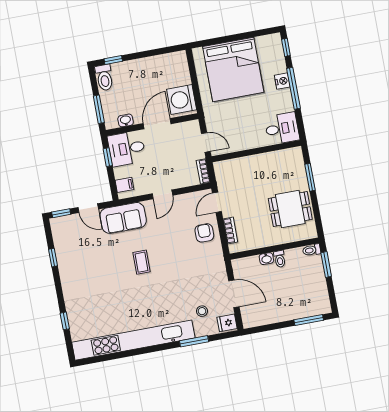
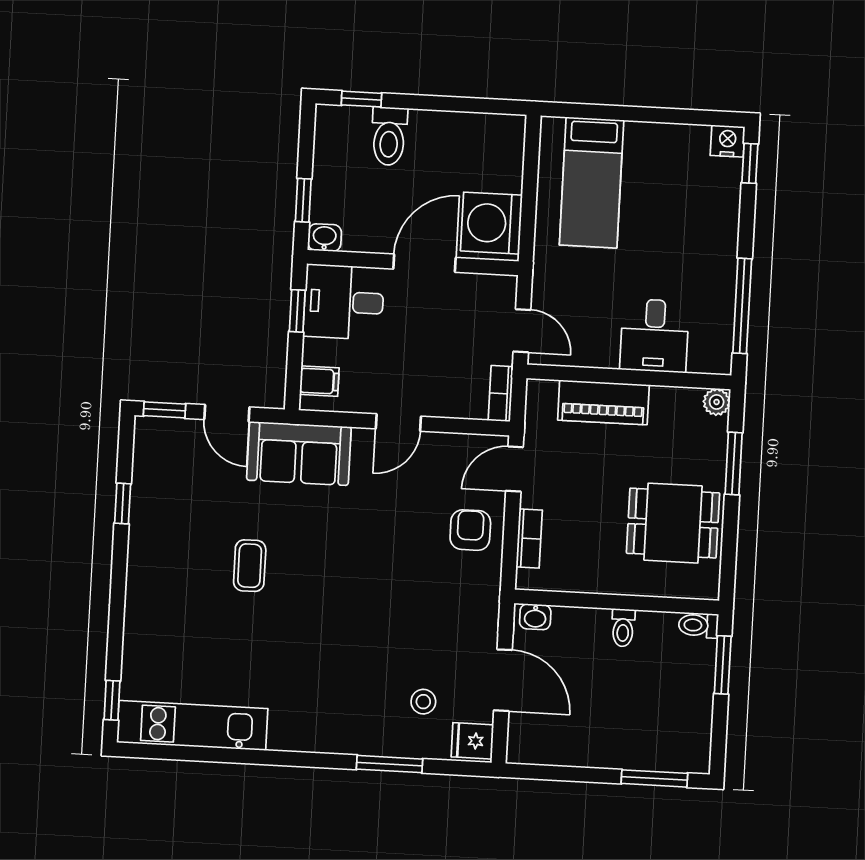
bed: (233, 69) -> (592, 182), width x0.49
toilet: (104, 78) -> (389, 136), moved
nightstand: (282, 81) -> (728, 141), moved, turned -90
window: (294, 88) -> (742, 306), moved
window: (99, 109) -> (303, 200), width x0.67
washbasin: (126, 120) -> (325, 238), moved
desk: (282, 128) -> (654, 336), moved, turned 90
plant: (296, 153) -> (717, 402), added
piano: (248, 165) -> (603, 402), added
washbasin: (266, 259) -> (535, 617), moved
coffee table: (142, 262) -> (250, 566), moved
window: (65, 321) -> (112, 700), moved
kitchen unit: (133, 340) -> (192, 725), width x0.54

